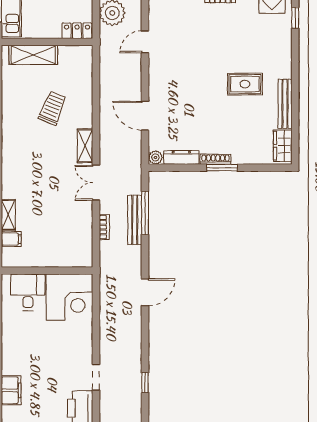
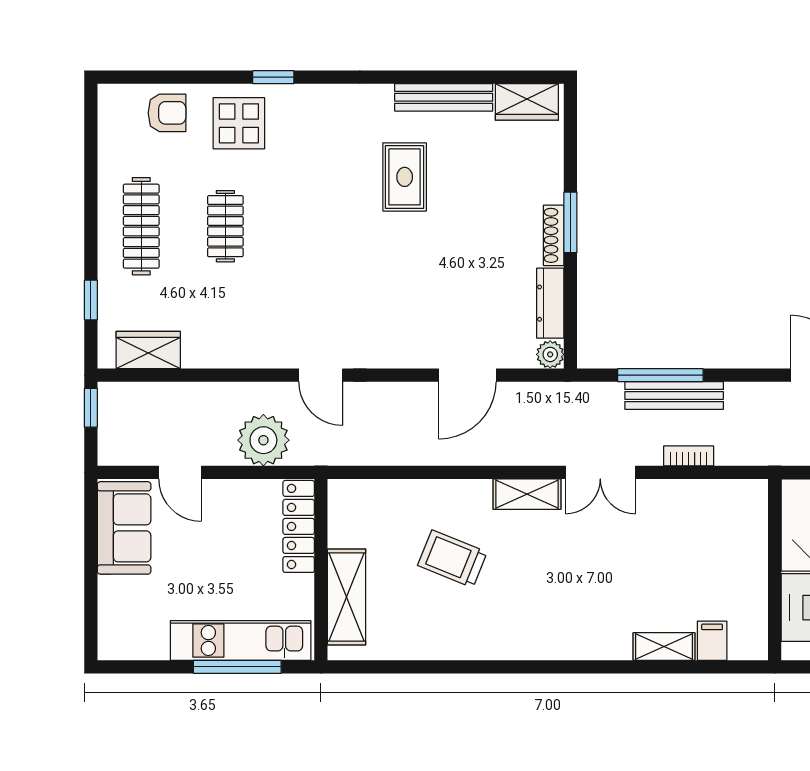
locker: (77, 31) -> (299, 526), width x1.53

